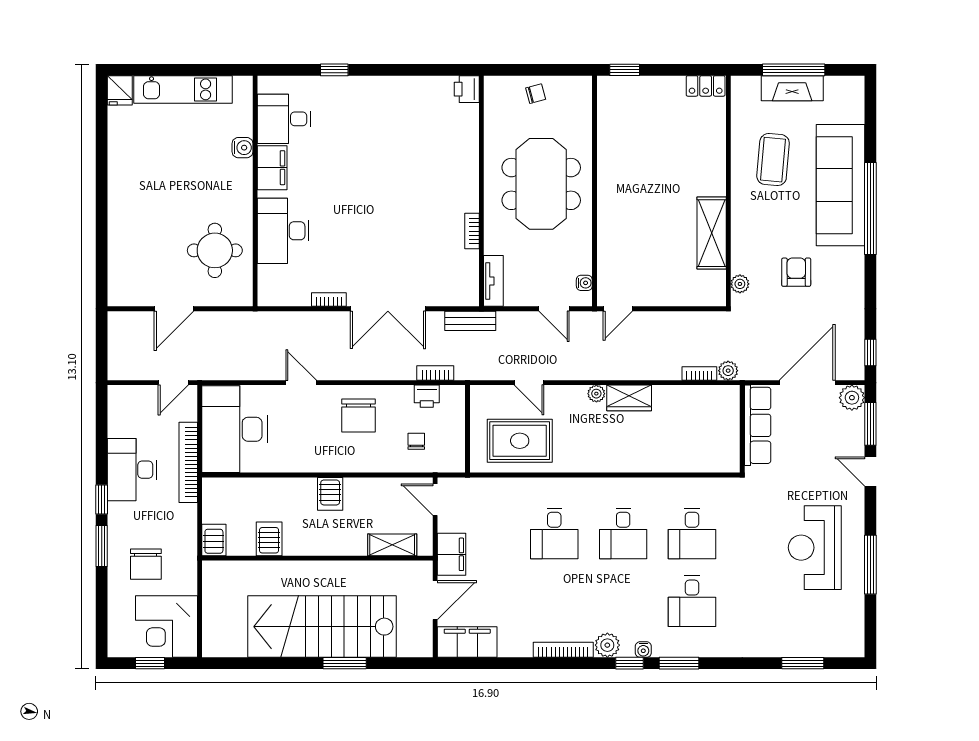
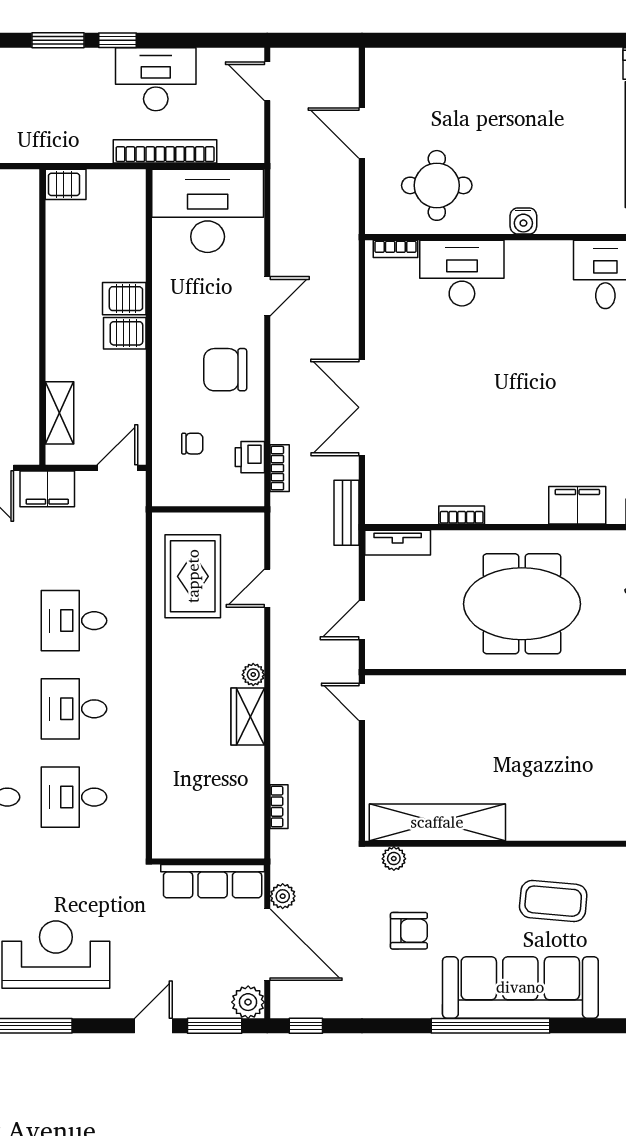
water cooler: (242, 148) -> (523, 221), moved
filing cabinet: (272, 168) -> (577, 505), moved, turned 180
shelving: (712, 233) -> (437, 822), width x1.47
water cooler: (584, 283) -> (395, 659), removed
bookcase: (329, 300) -> (395, 249), moved, turned 90
plant: (728, 371) -> (283, 896), moved
door: (173, 383) -> (267, 81), moved
server rack: (269, 539) -> (124, 299), moved, turned 180
chair: (146, 564) -> (35, 97), removed

